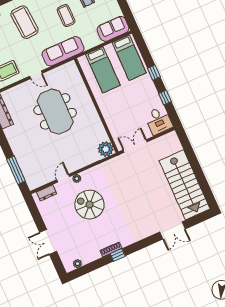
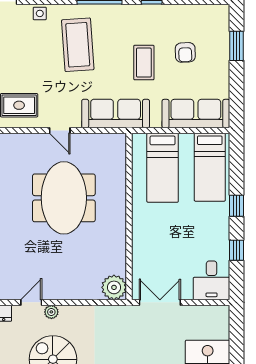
sofa: (113, 29) -> (196, 114), width x1.36

